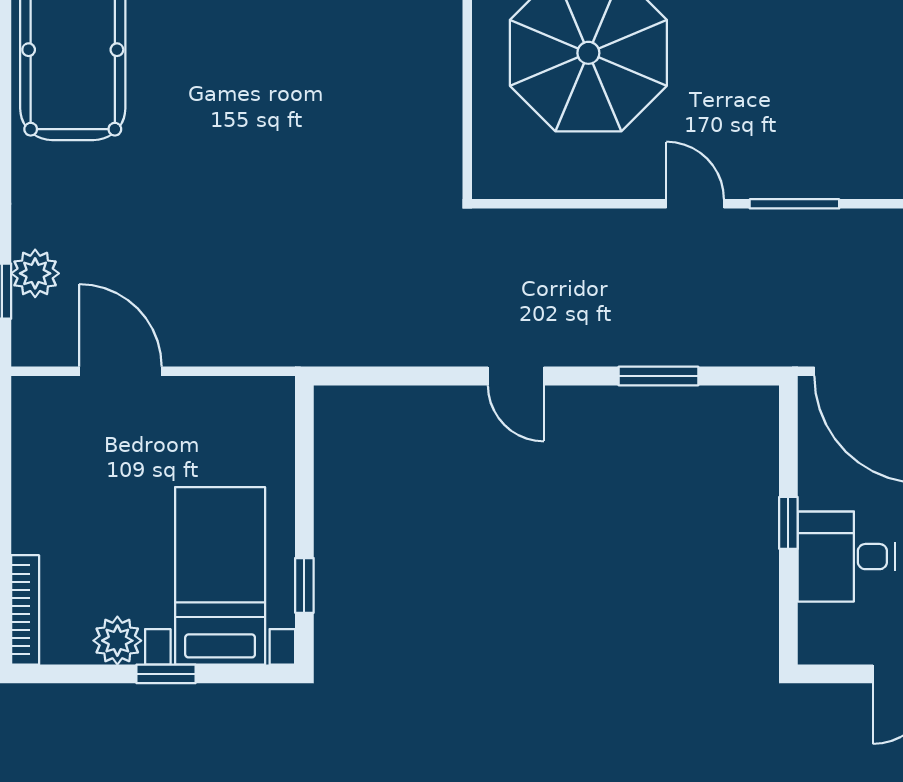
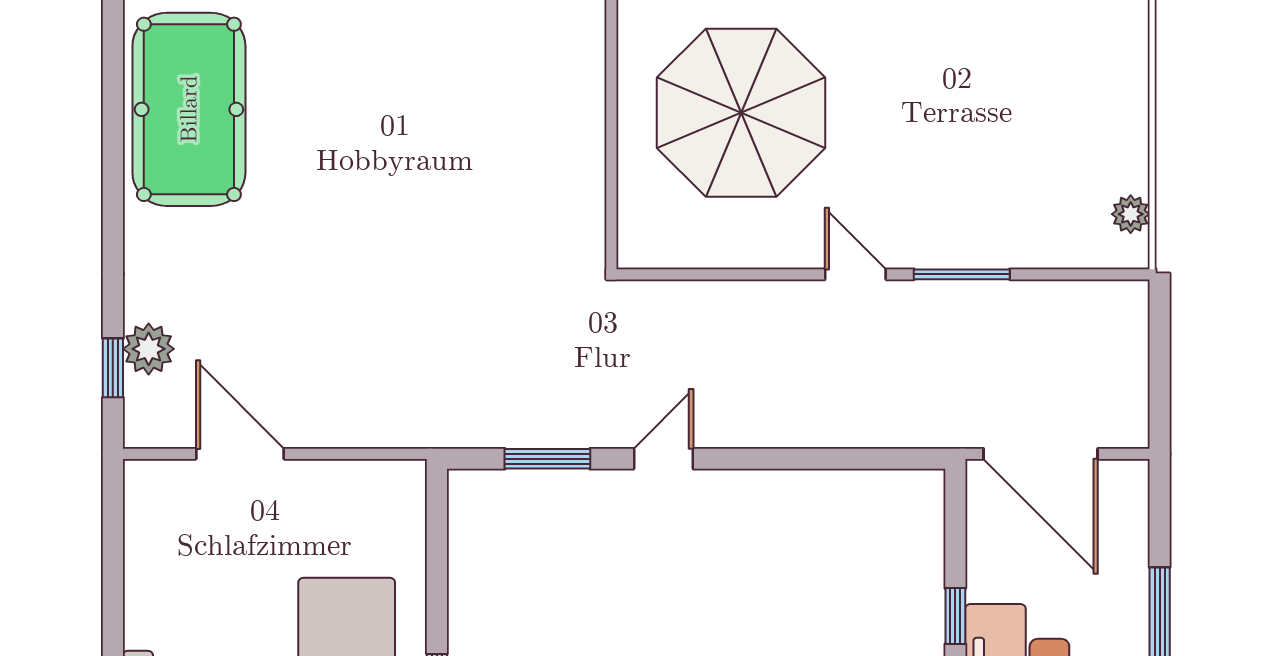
door: (516, 376) -> (663, 459), swing flipped
window: (658, 376) -> (547, 459), moved

